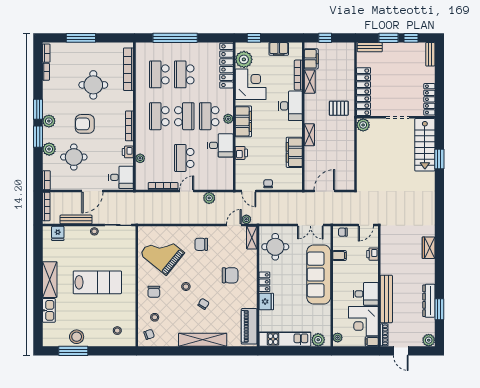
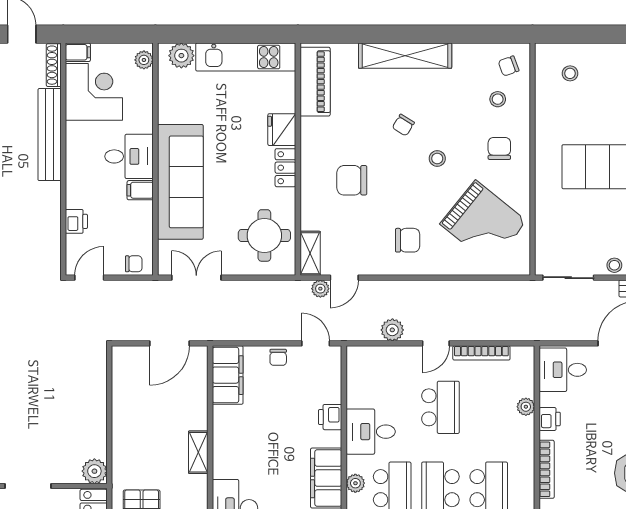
filing cabinet: (294, 152) -> (228, 375), moved
filing cabinet: (339, 256) -> (140, 190), moved
desk: (366, 294) -> (129, 156), moved, turned 180

